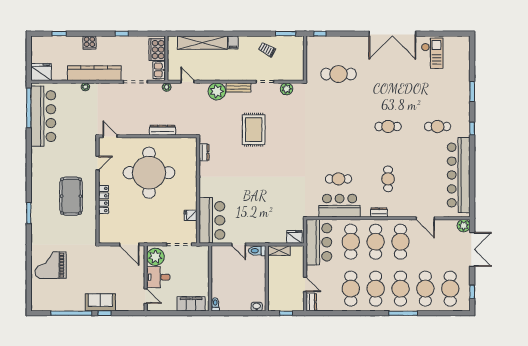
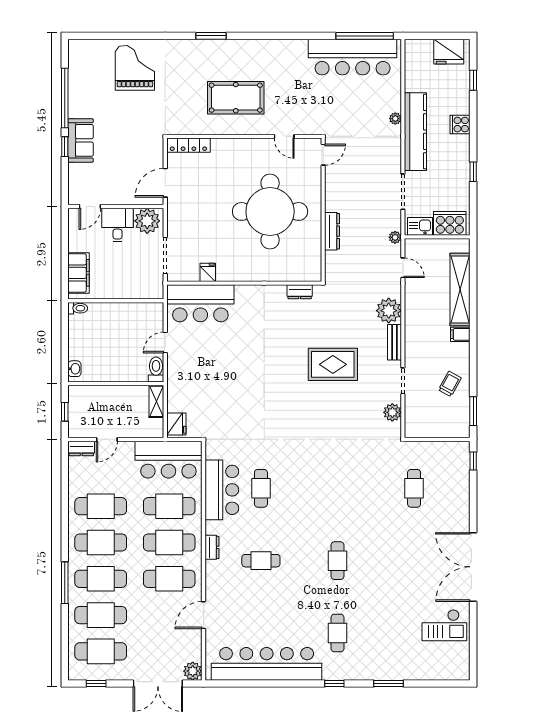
fridge: (41, 72) -> (449, 52), moved, turned 90
cafe table: (339, 74) -> (414, 488), width x0.73, depth x0.74
door: (188, 82) -> (403, 268), hinge flipped
locker: (104, 199) -> (188, 145), moved

